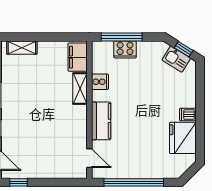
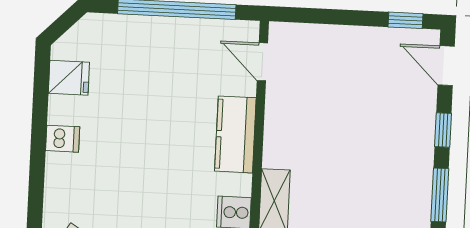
fridge: (183, 138) -> (69, 78), width x0.53, depth x0.75

